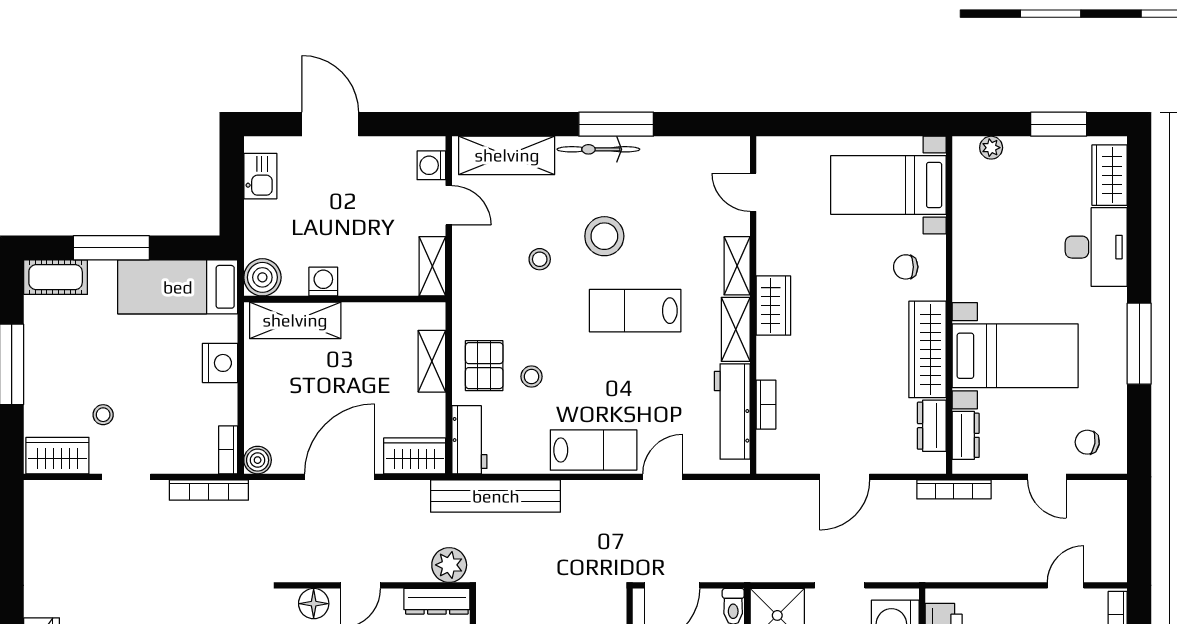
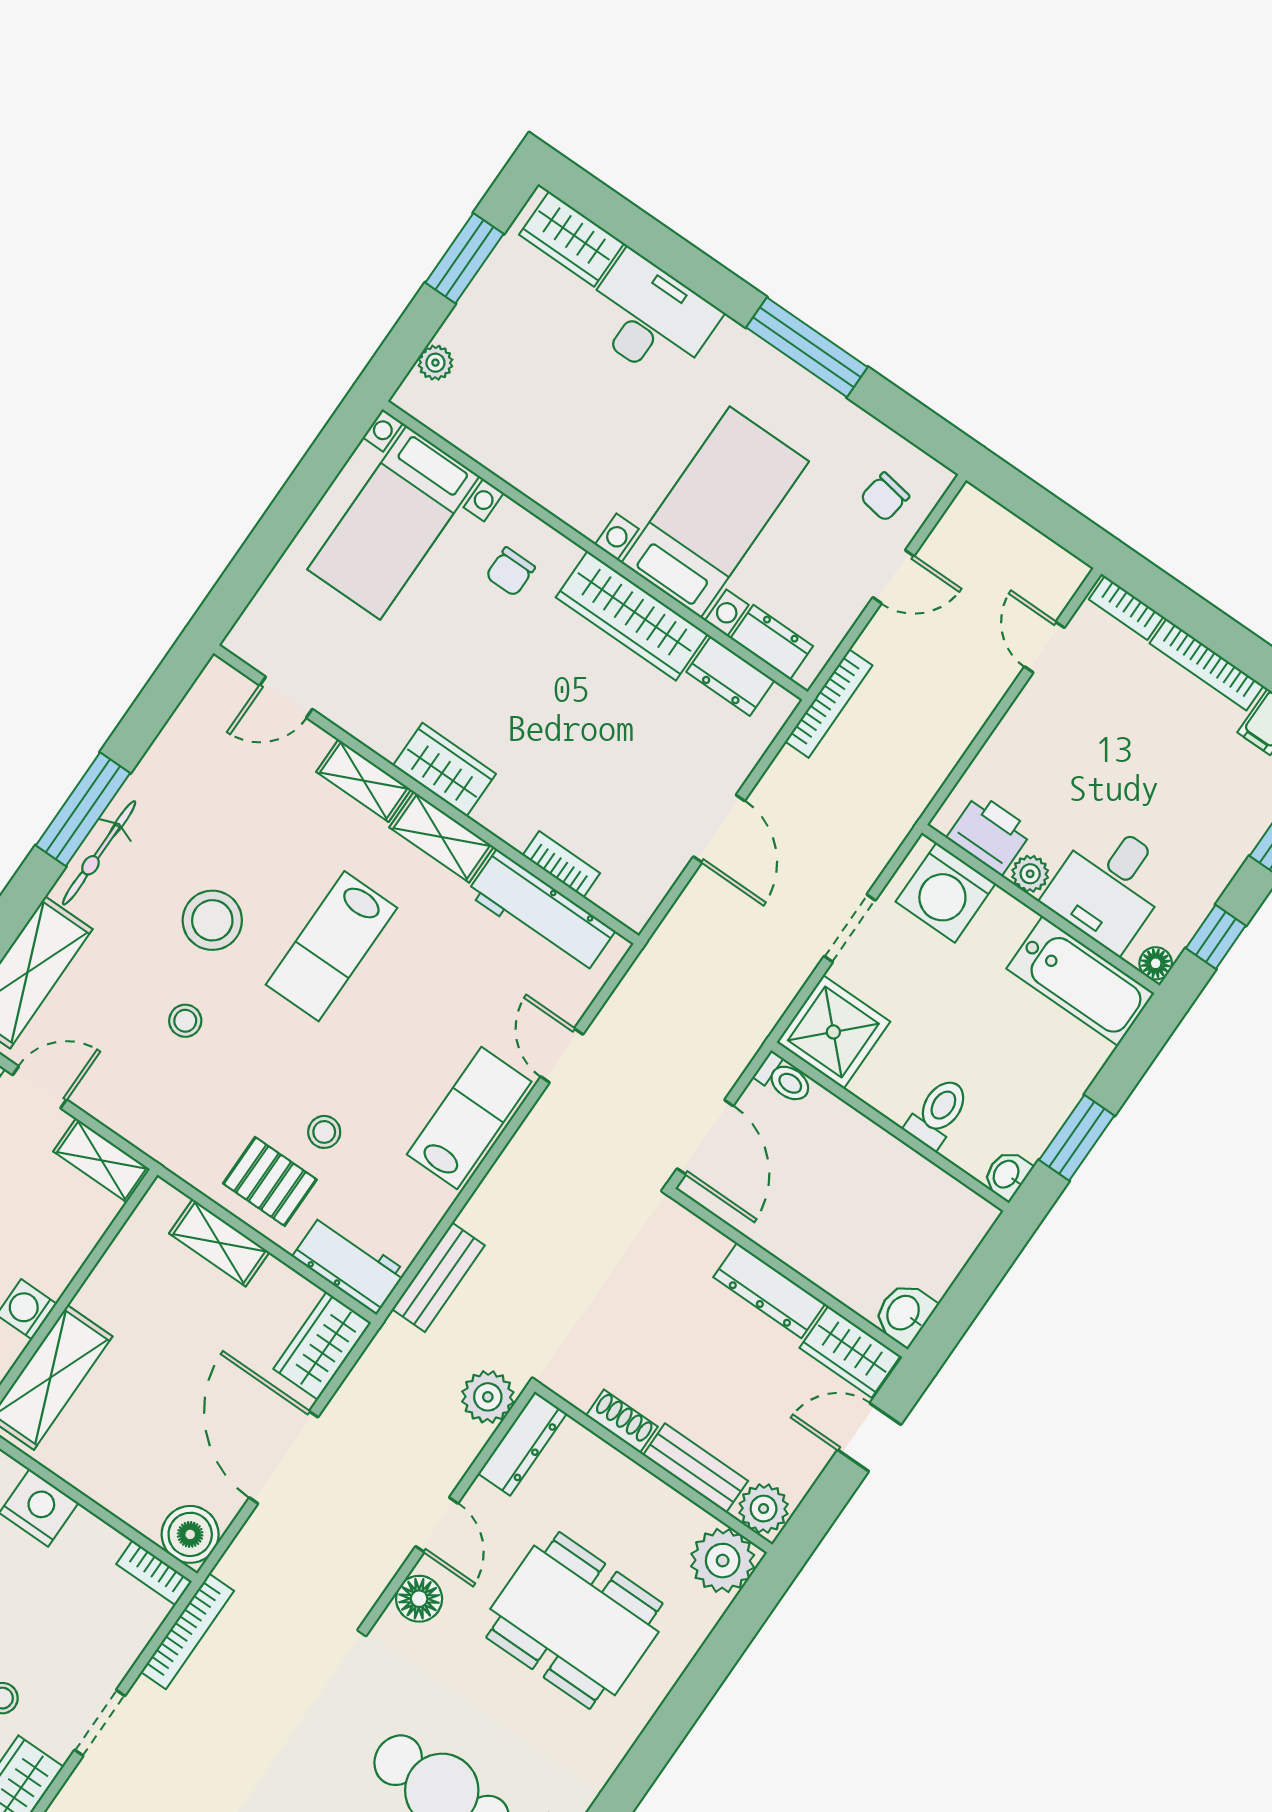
boiler: (258, 460) -> (190, 1534), width x1.36, depth x1.36
bench: (496, 496) -> (438, 1277), width x0.54, depth x0.82

